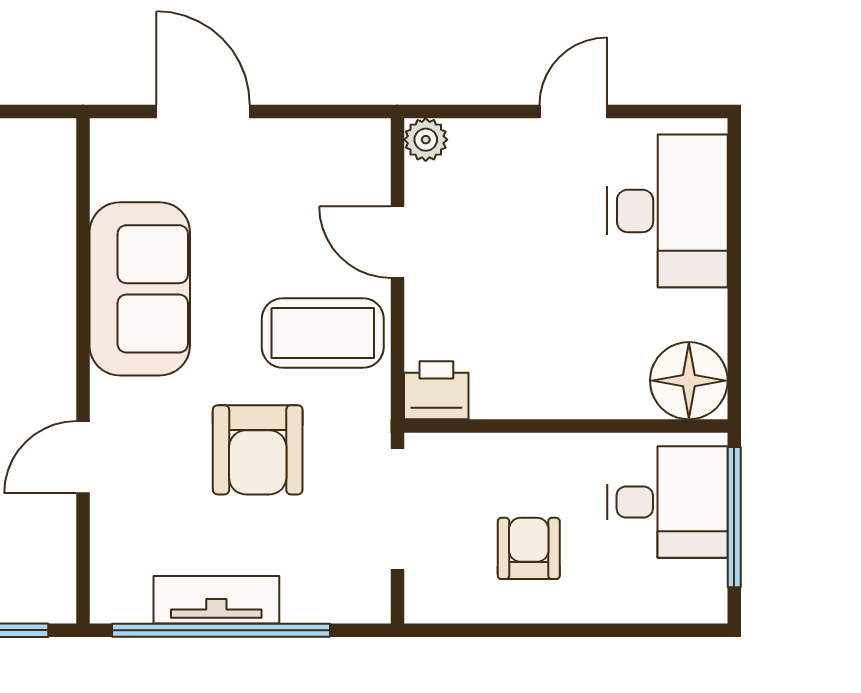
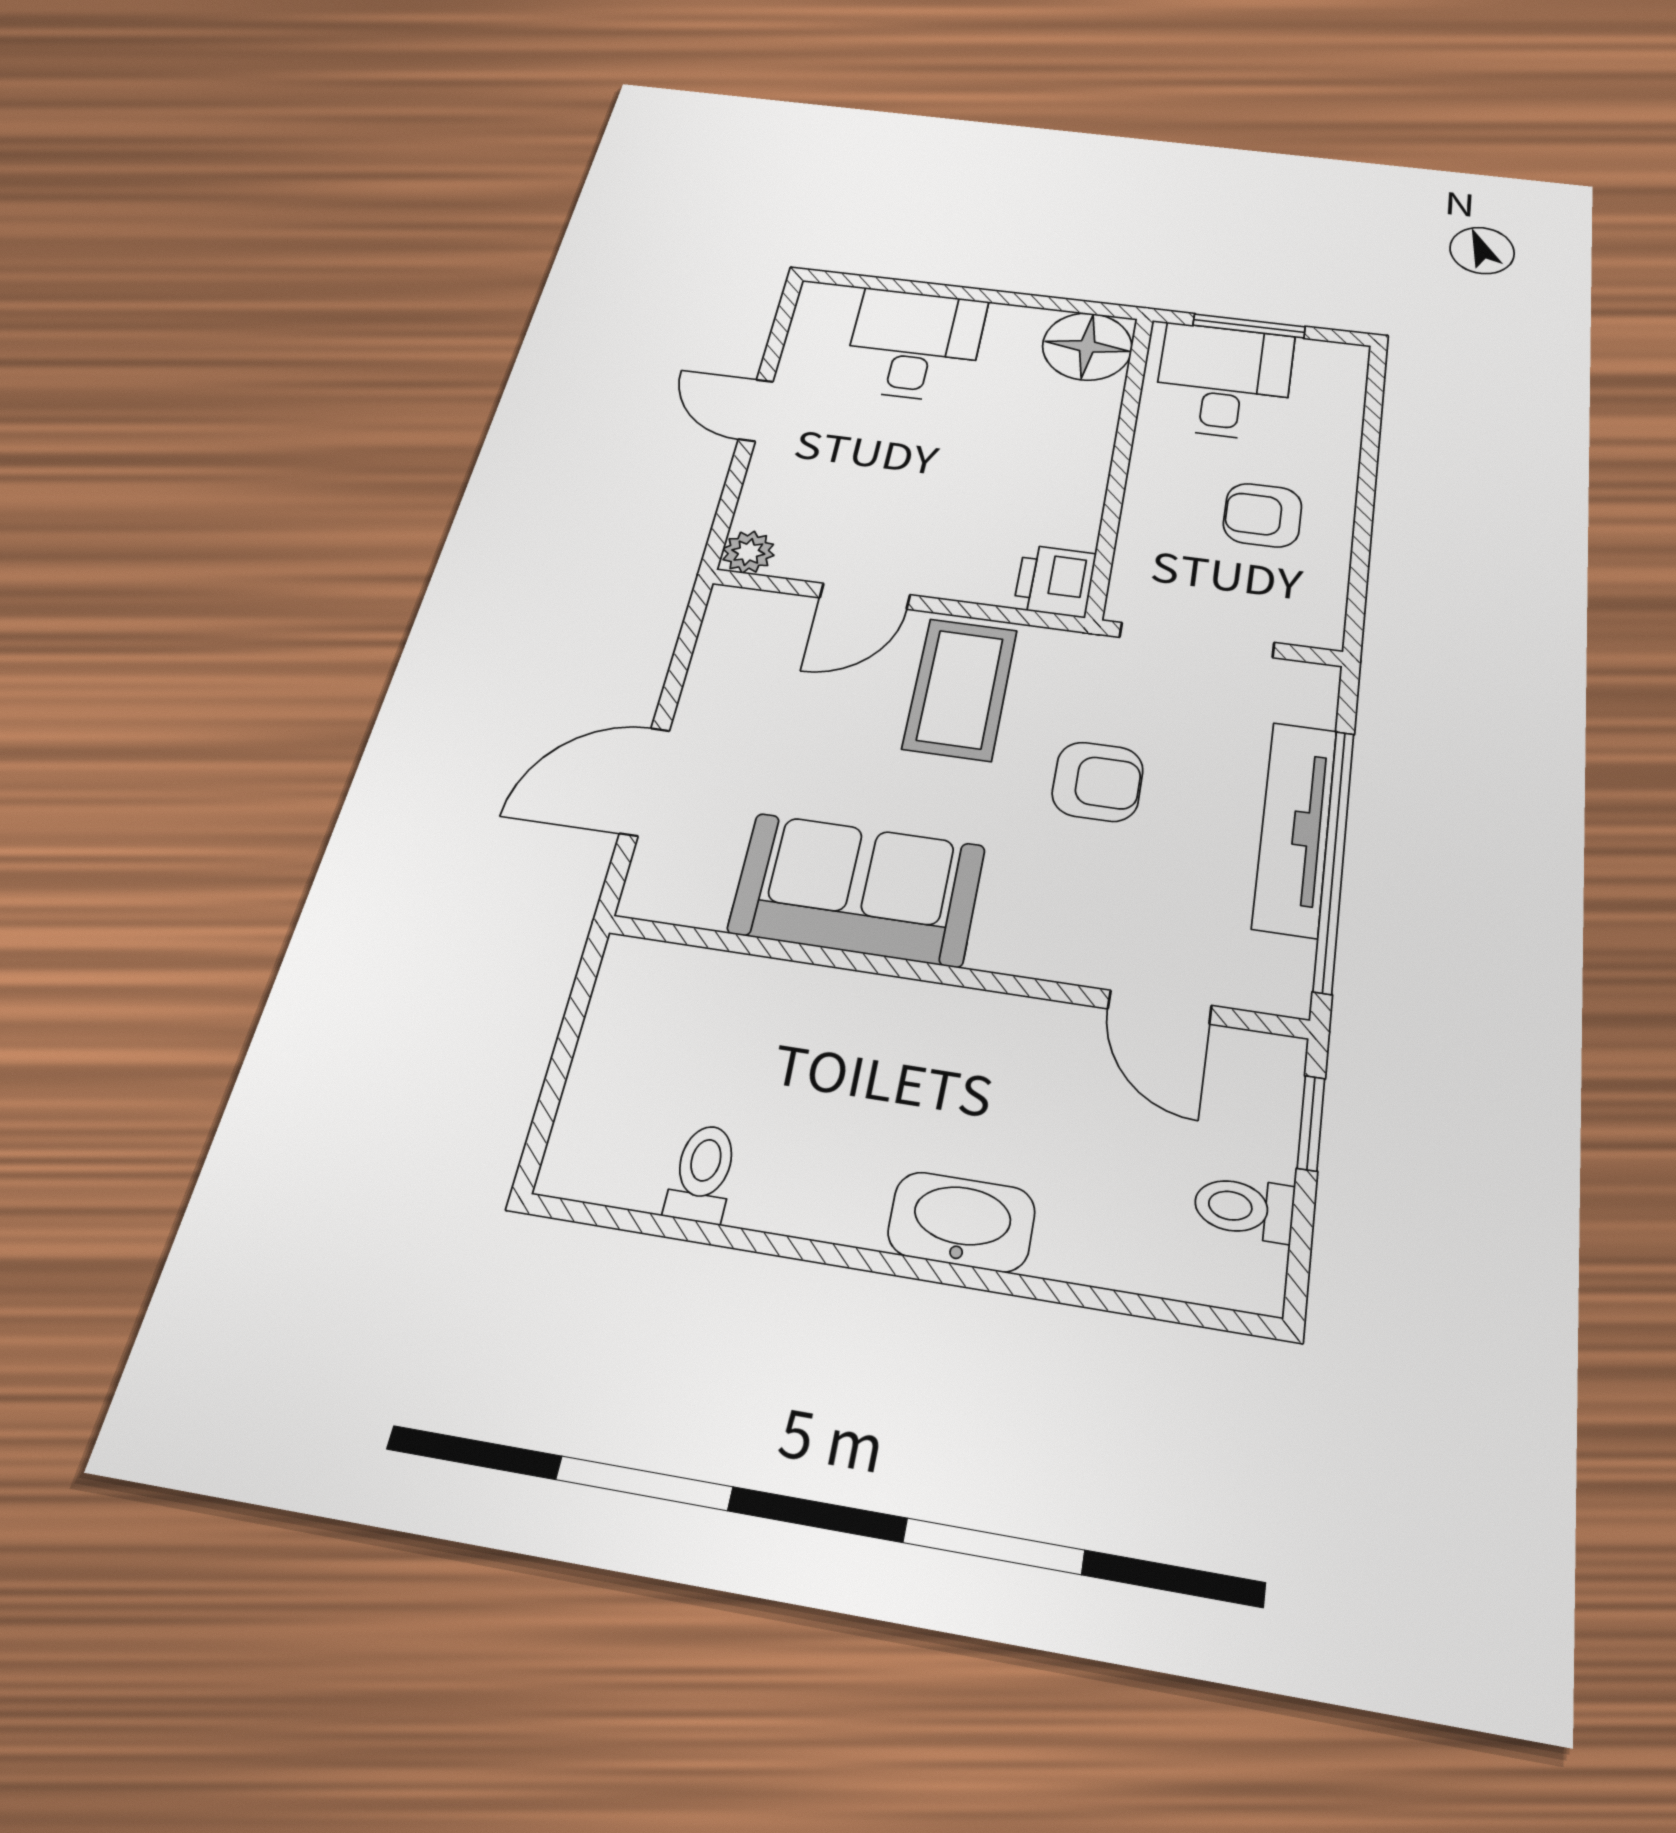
desk: (668, 211) -> (915, 345), width x0.73
armchair: (258, 450) -> (1098, 782), width x0.72, depth x0.72
door: (83, 457) -> (1160, 1007), moved
window: (734, 517) -> (1249, 326), width x0.69
tv unit: (216, 600) -> (1295, 828), width x1.41

